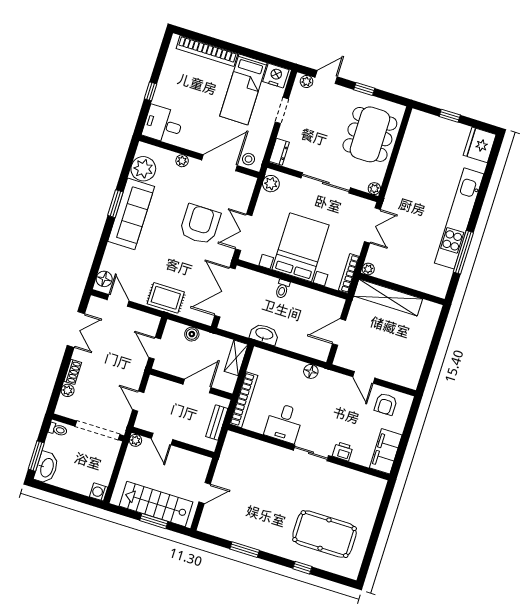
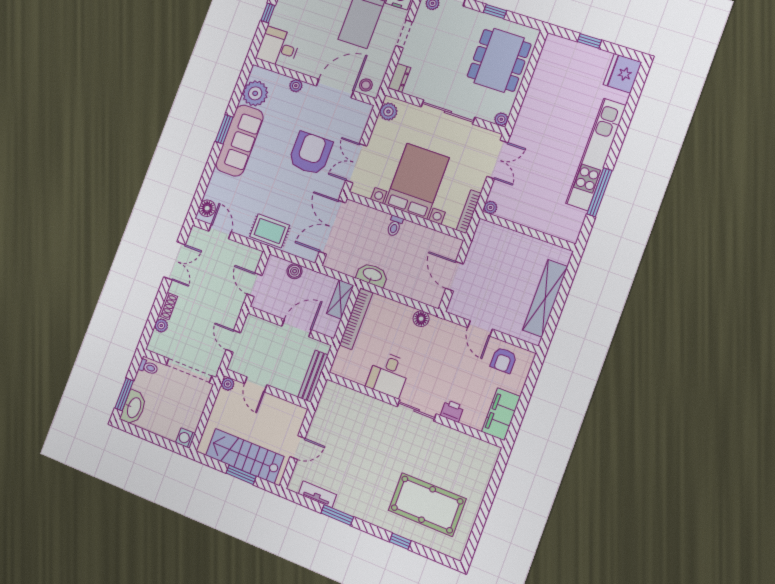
shelving: (388, 297) -> (545, 298), moved, turned 90
door: (339, 332) -> (455, 276), hinge flipped
bookcase: (244, 400) -> (356, 319), moved
bench: (217, 423) -> (313, 376), width x1.36
tv unit: (226, 533) -> (317, 494), added

